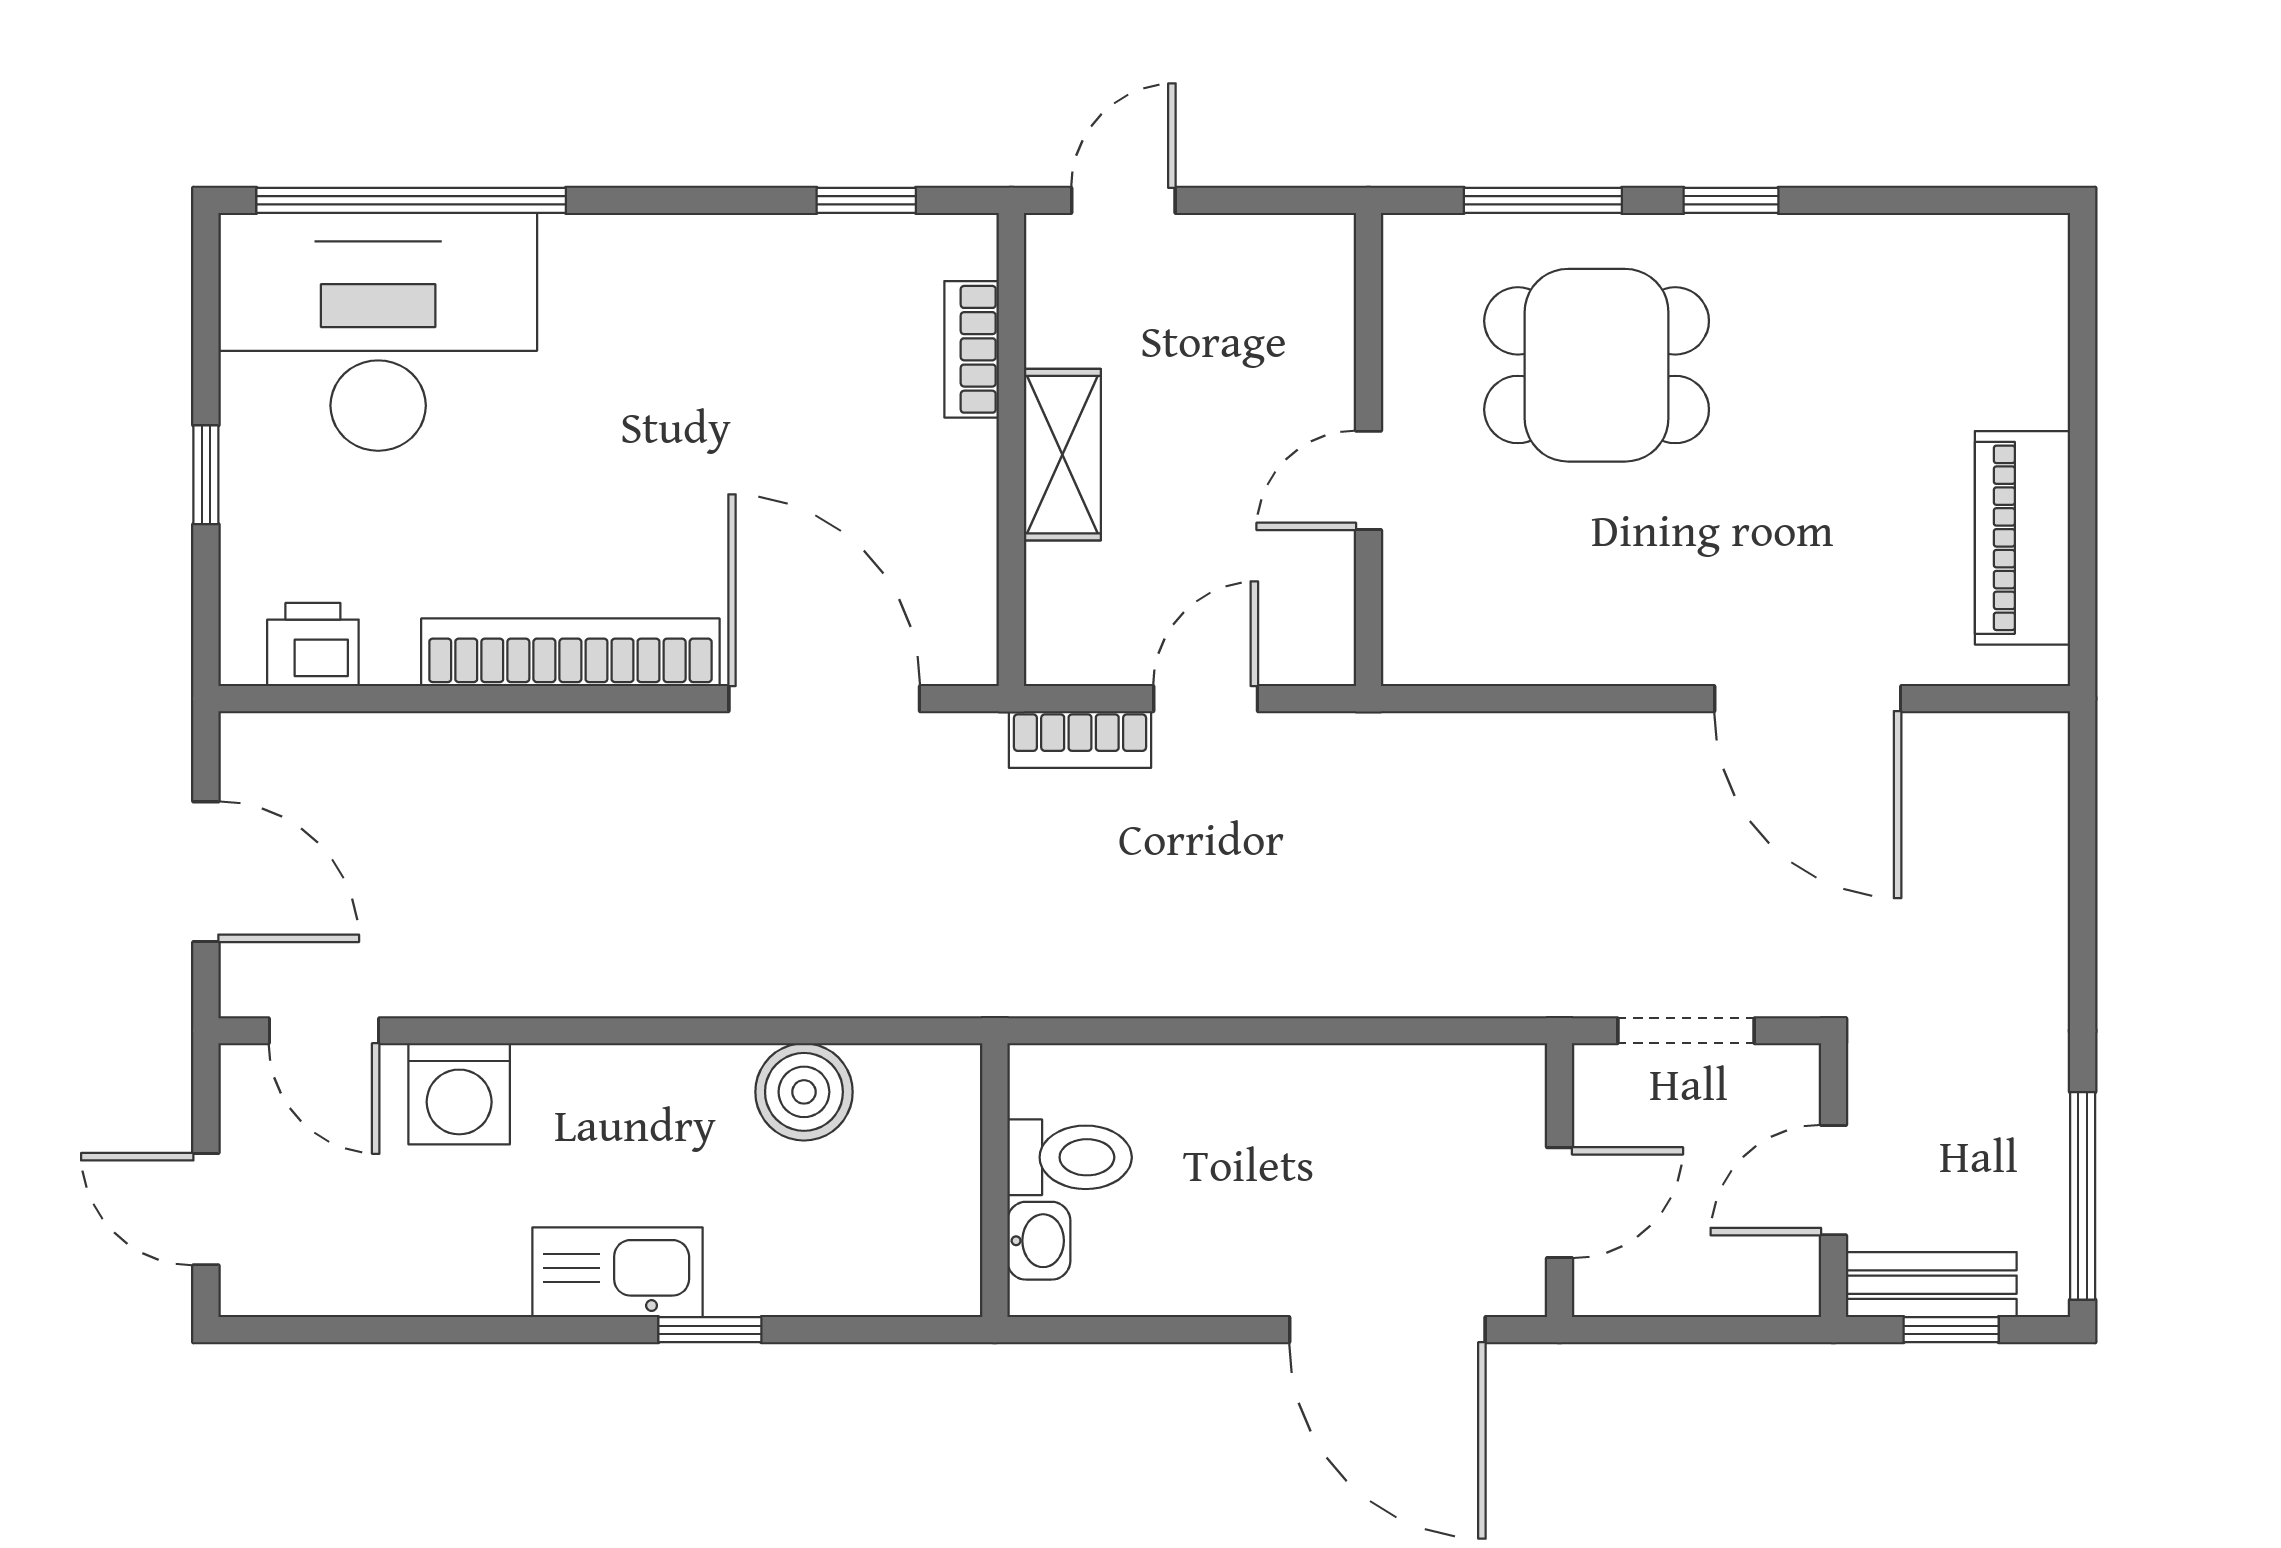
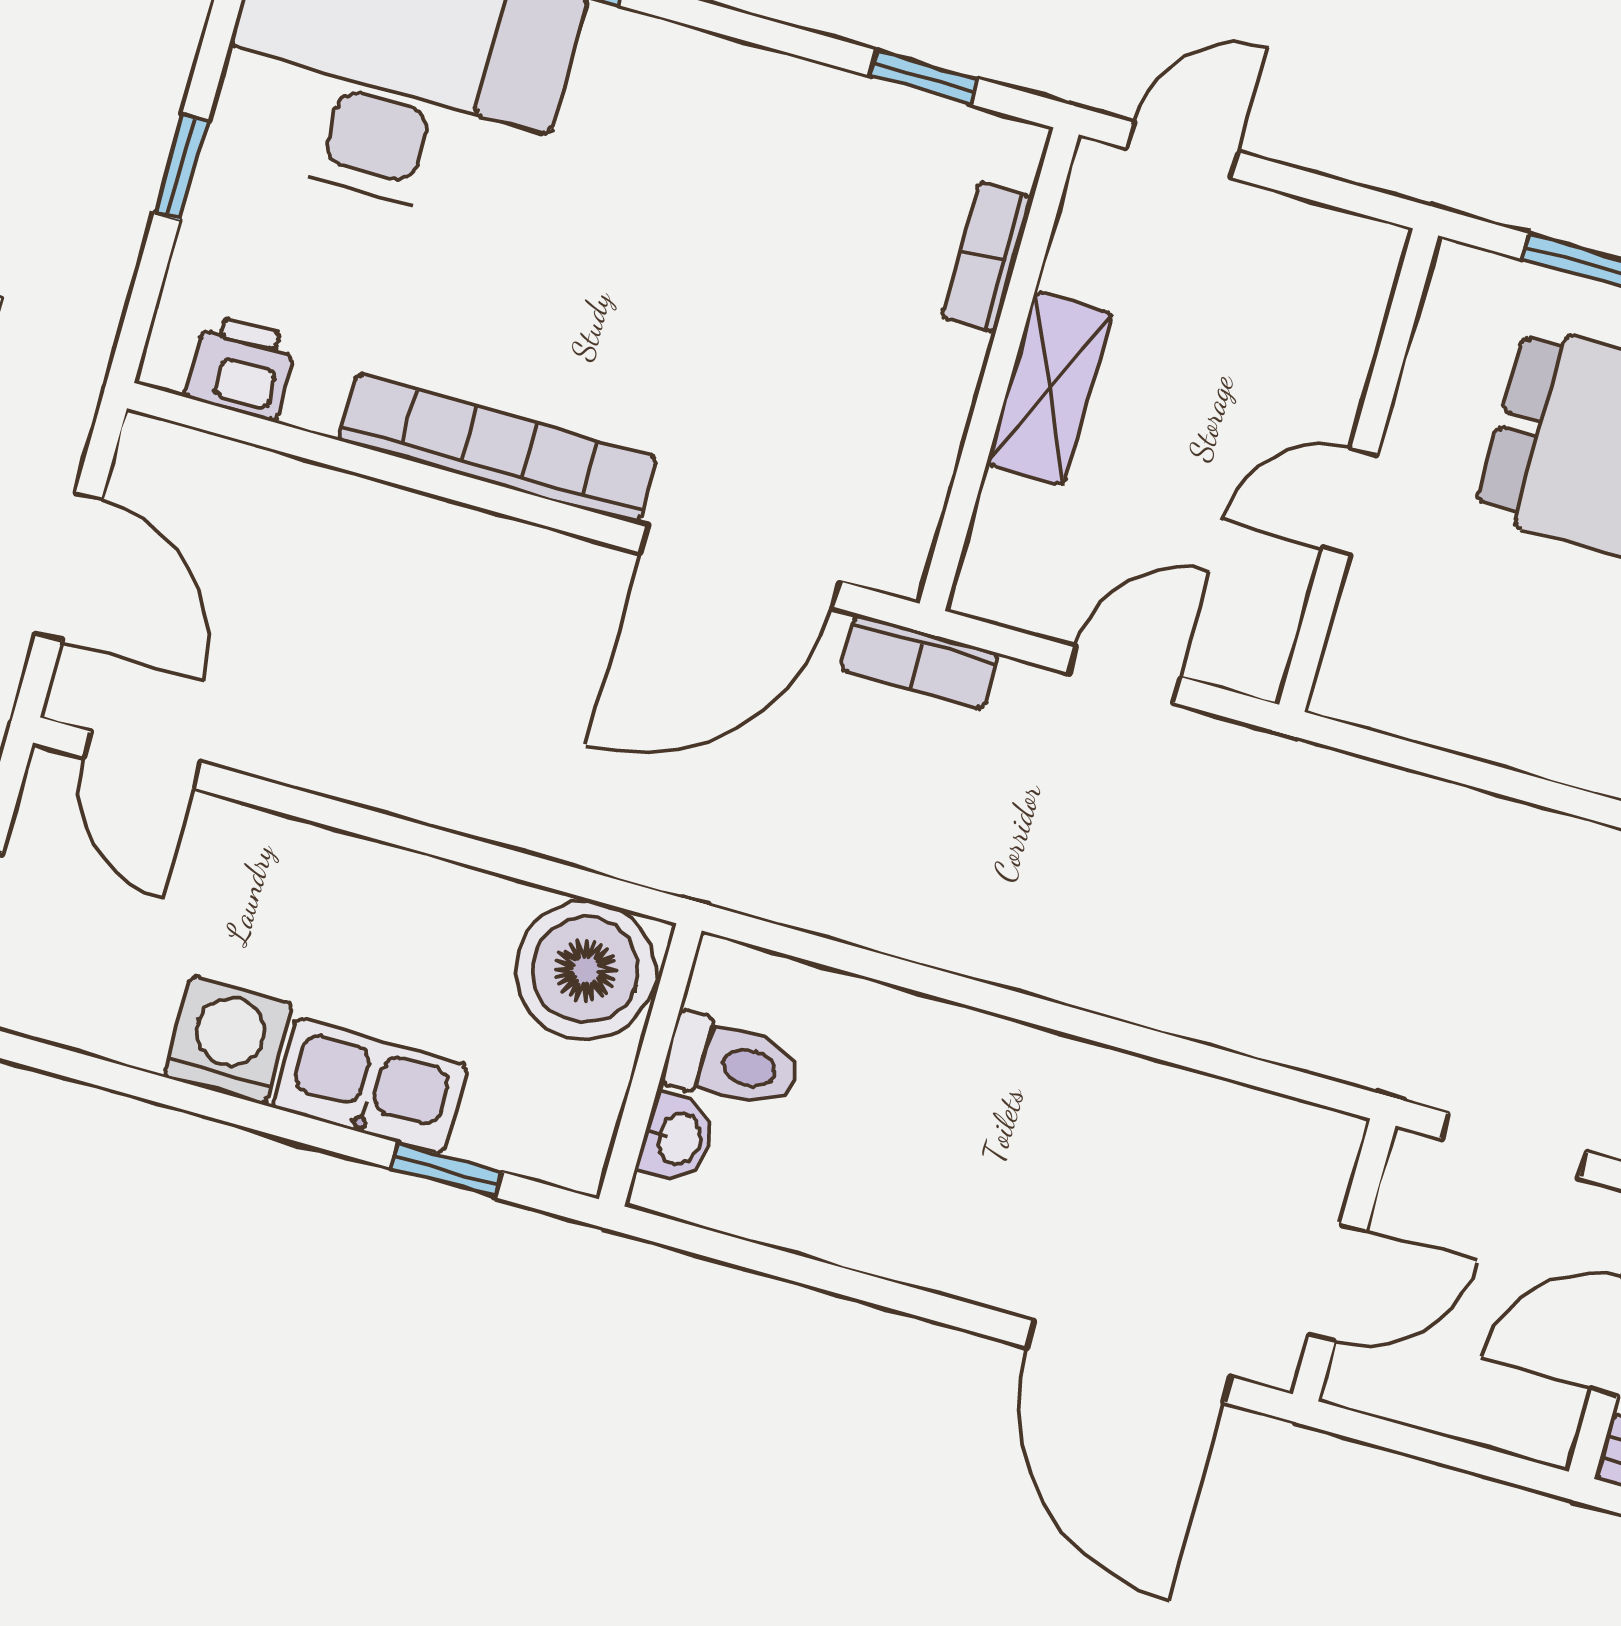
door: (824, 699) -> (740, 567), swing flipped
bookcase: (1080, 739) -> (919, 662), moved
boiler: (804, 1092) -> (586, 970), width x1.37, depth x1.37
washing machine: (459, 1094) -> (228, 1040), moved, turned 180
toilet: (1070, 1157) -> (732, 1063), moved
wall: (995, 1180) -> (650, 1065), moved
washbasin: (1039, 1241) -> (677, 1138), moved

